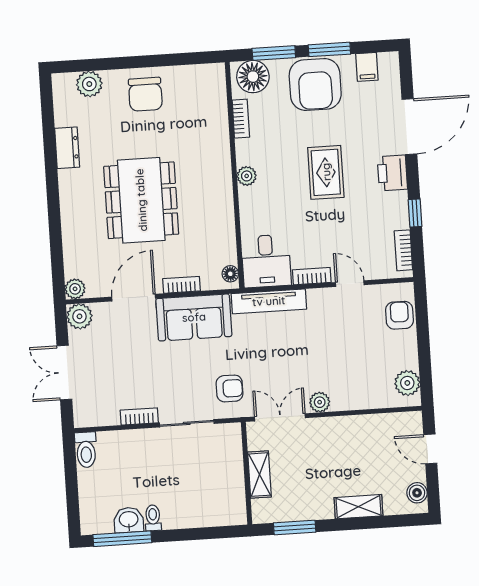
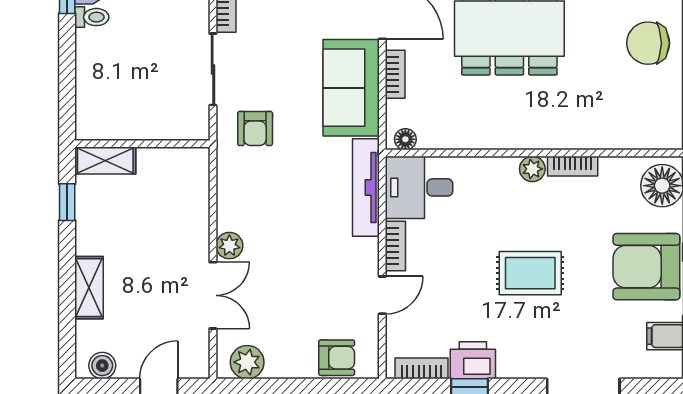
bookcase: (241, 119) -> (573, 166), moved
printer: (392, 173) -> (473, 360), moved
double door: (280, 417) -> (213, 295), moved
shelving: (259, 475) -> (105, 160), moved
window: (295, 528) -> (67, 202), width x0.67

